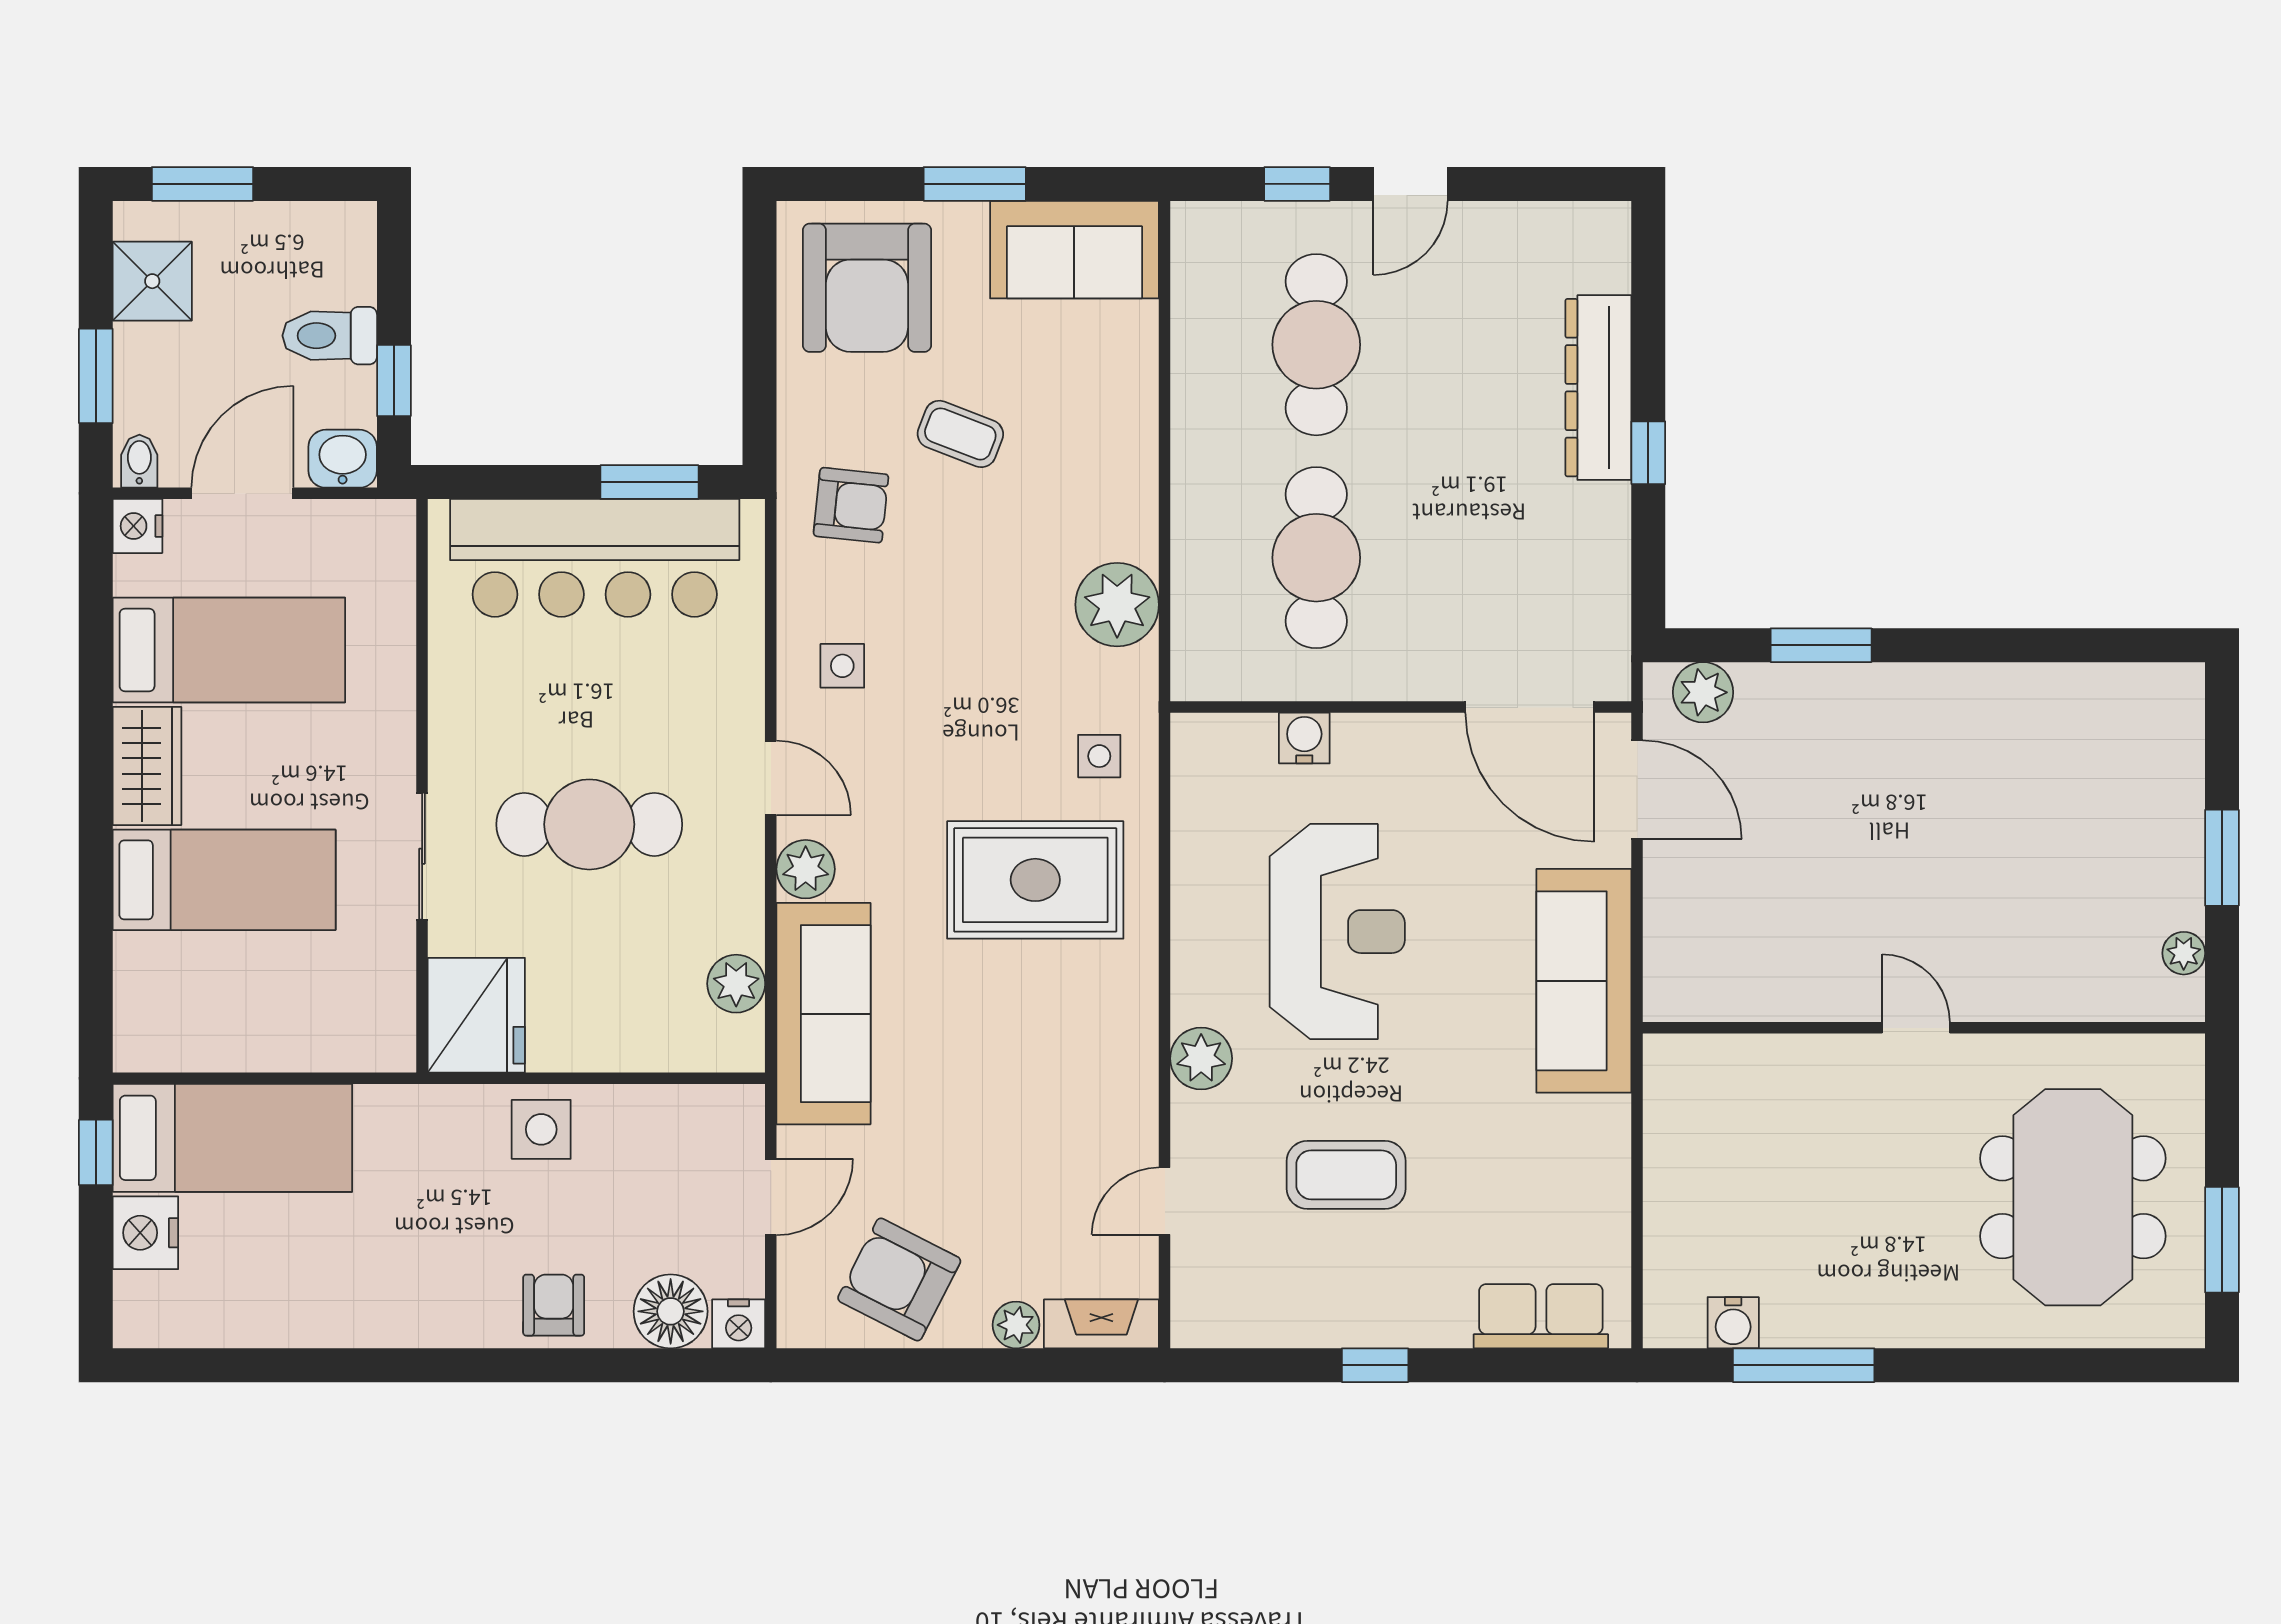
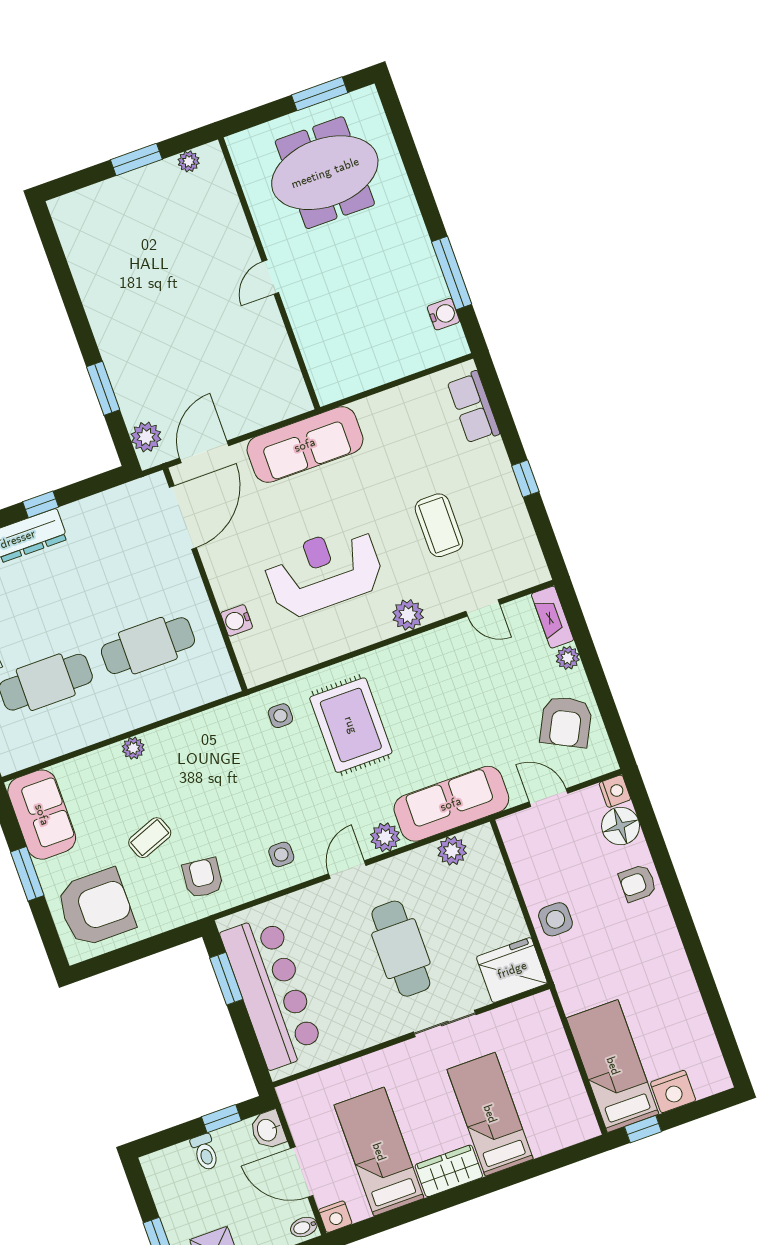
toilet: (330, 336) -> (205, 1152), width x0.73, depth x0.72
coffee table: (960, 434) -> (150, 838), turned 48
plant: (1117, 605) -> (133, 748), moved, width x0.53, depth x0.53

